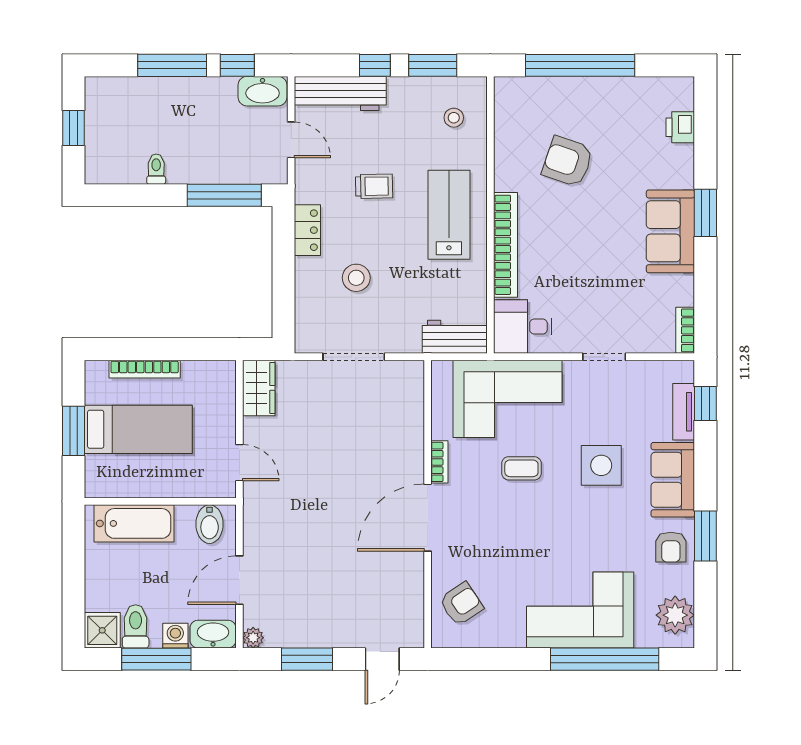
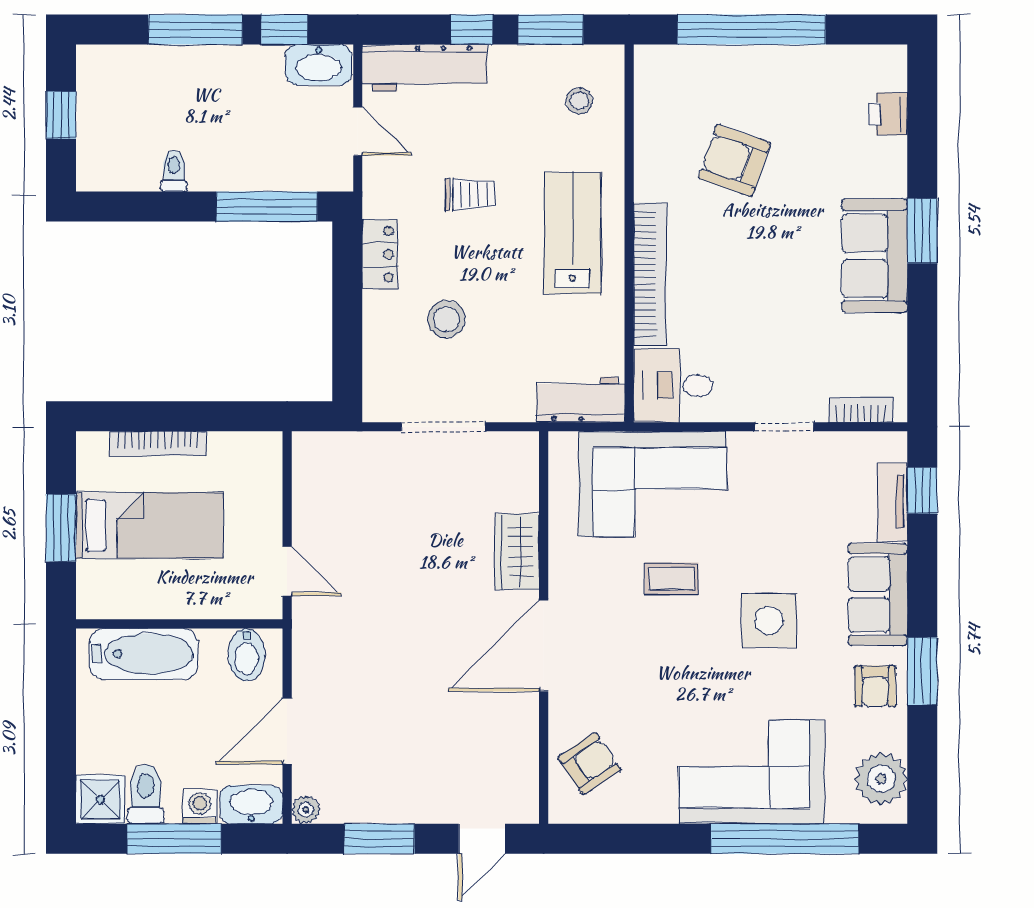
bookcase: (685, 330) -> (861, 410), moved, turned 90
wardrobe: (259, 388) -> (517, 552), moved, turned 180
bookcase: (439, 462) -> (560, 570), removed
side table: (601, 465) -> (769, 621), moved

